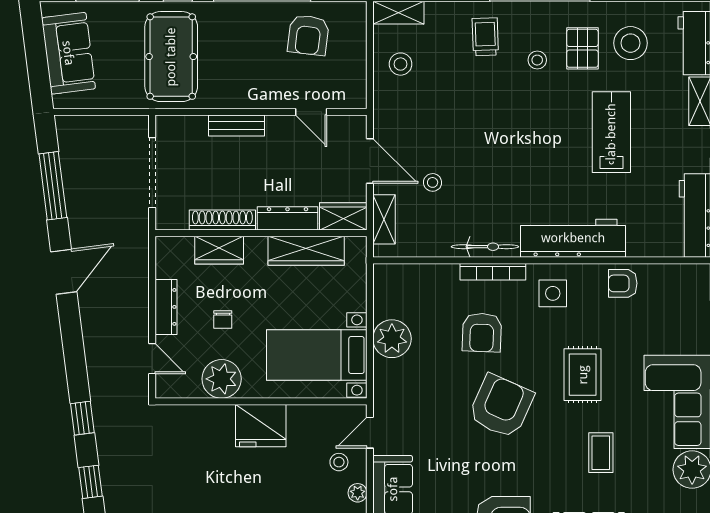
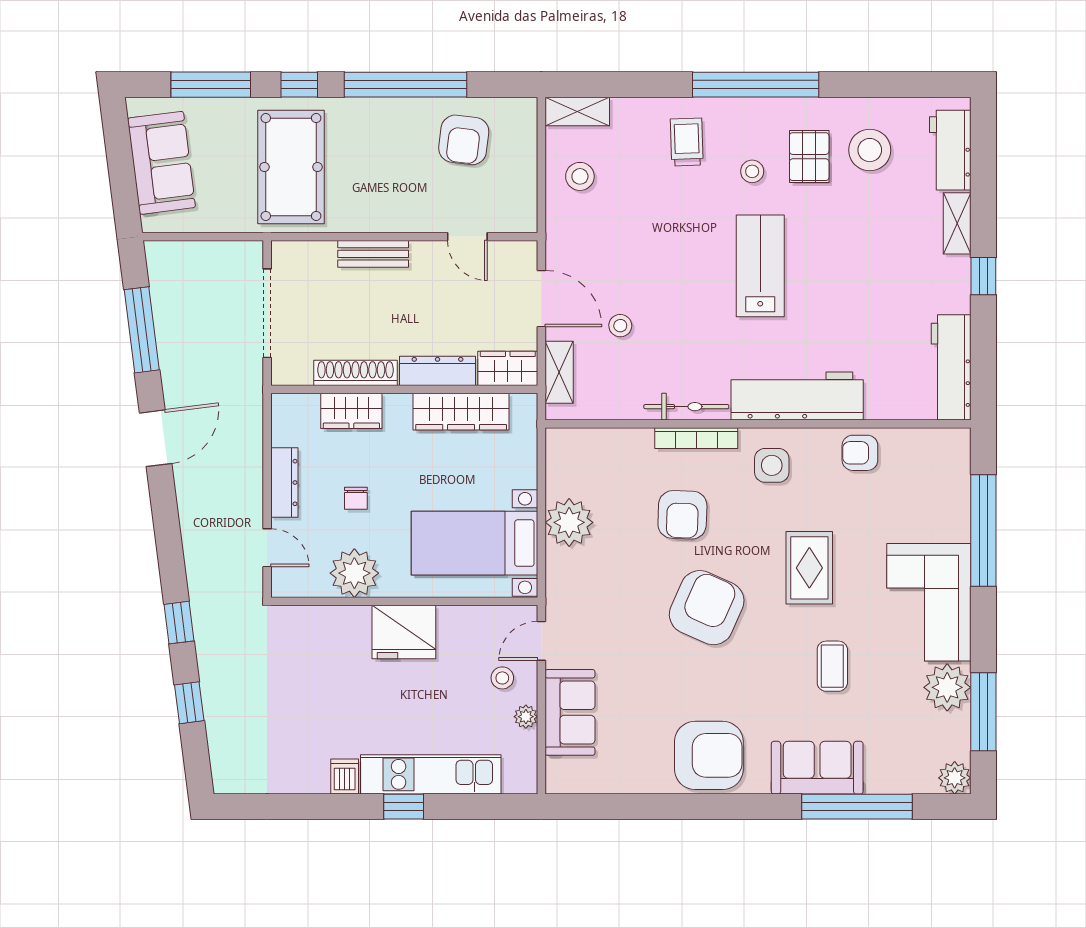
lab bench: (611, 132) -> (760, 266), moved

